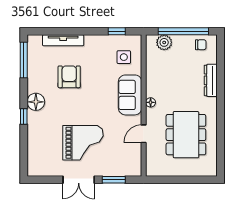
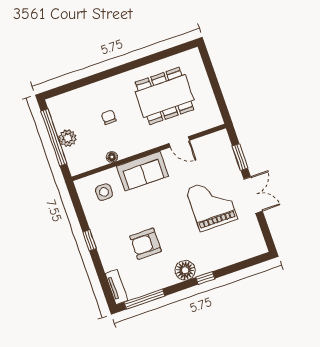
window: (117, 31) -> (89, 240), moved
tv unit: (63, 40) -> (116, 287), moved, width x0.71
plant: (164, 42) -> (68, 138), moved
chair: (201, 45) -> (109, 117), moved
dresser: (211, 80) -> (97, 89), removed
floor lamp: (151, 102) -> (112, 157), moved

